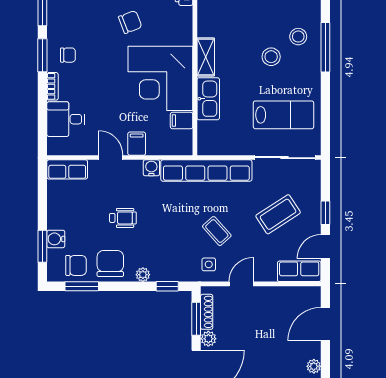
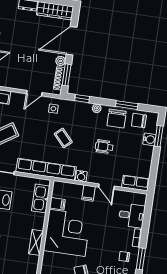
kitchen sink: (208, 99) -> (41, 198), moved
coffee table: (217, 231) -> (63, 138), moved
window: (82, 286) -> (127, 105), moved

